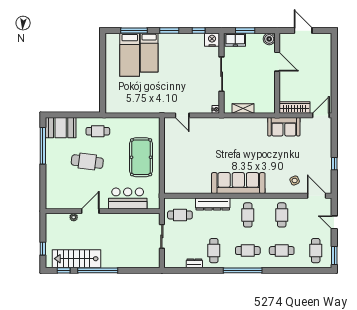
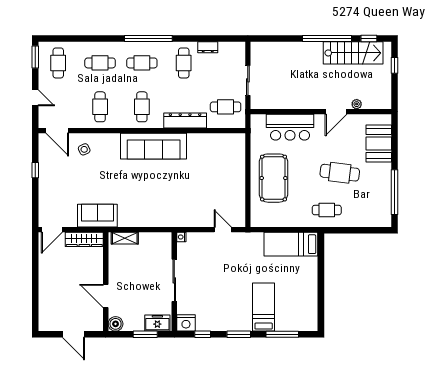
bed: (130, 55) -> (291, 244), moved, turned -90
shelving: (243, 108) -> (125, 238), moved
booth: (61, 128) -> (379, 144), moved, turned 90

